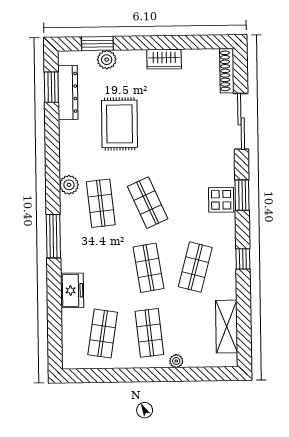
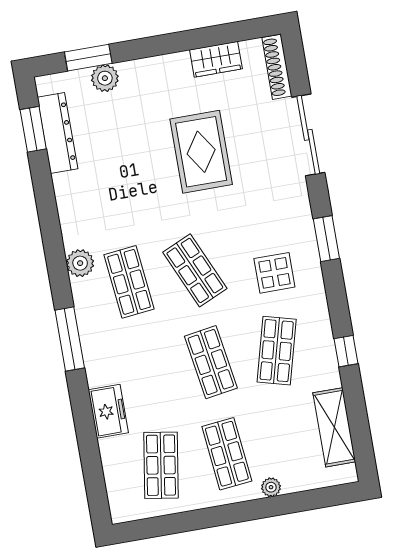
wardrobe: (164, 59) -> (216, 59), moved
rug: (119, 124) -> (201, 152), moved
display table: (221, 200) -> (274, 273), moved
window: (243, 259) -> (346, 351), moved

